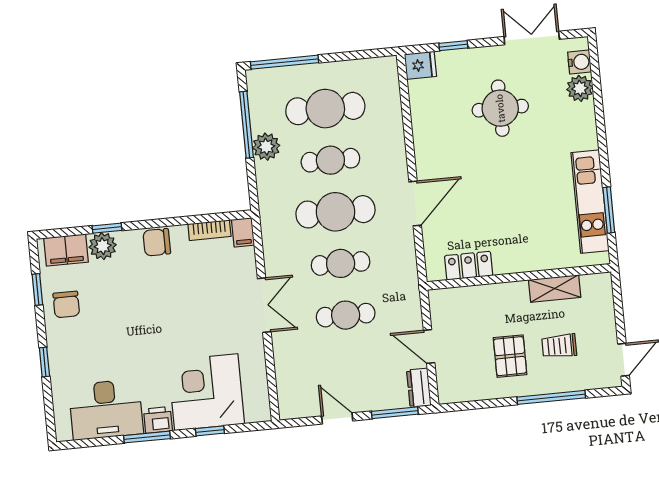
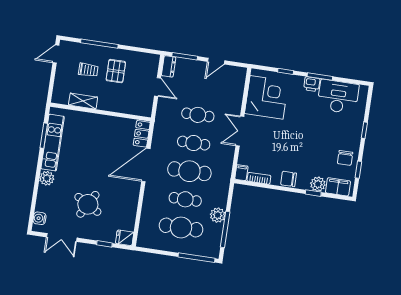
plant: (580, 88) -> (47, 178), moved
round table: (500, 108) -> (88, 204), turned 30
door: (415, 204) -> (146, 165), width x1.36
chair: (157, 242) -> (289, 179), turned 180
locker: (469, 266) -> (142, 134), moved, turned 90
chair: (66, 304) -> (345, 158), turned 180
corner desk: (206, 392) -> (266, 97), moved, turned -90
door: (337, 418) -> (216, 61), hinge flipped

